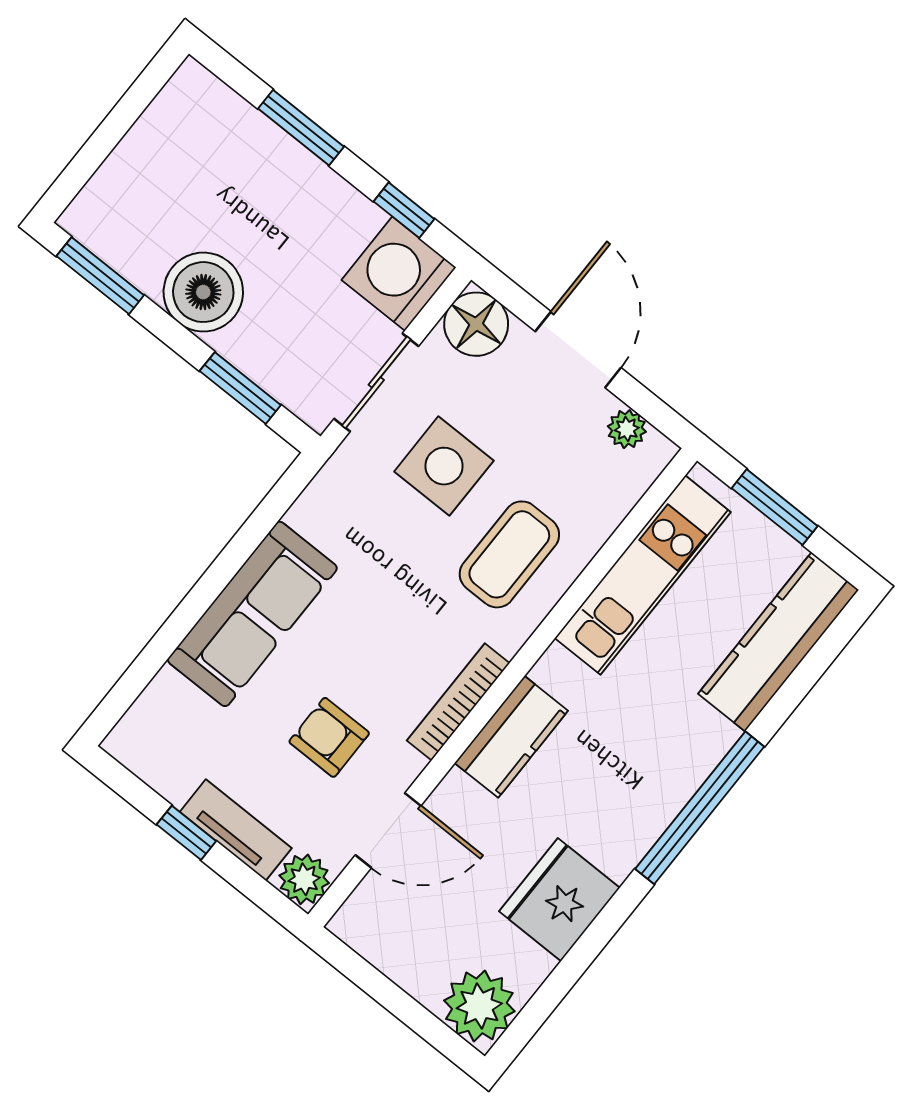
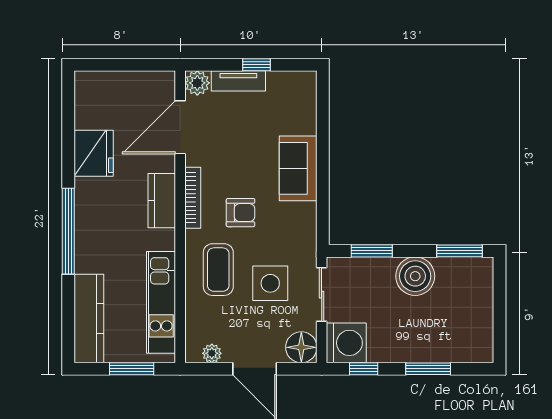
sofa: (252, 614) -> (298, 168), width x0.73
armchair: (329, 737) -> (241, 213), moved
door: (388, 830) -> (180, 127), width x1.36
plant: (479, 1006) -> (92, 88), removed

